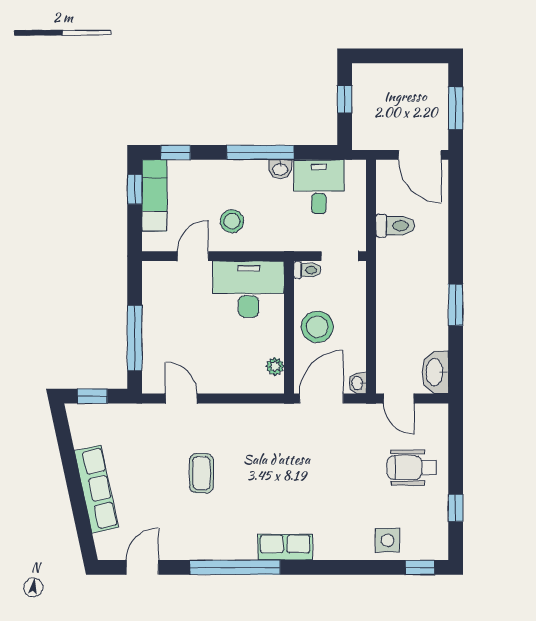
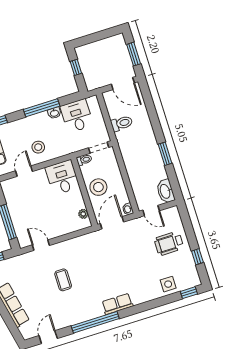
desk: (248, 289) -> (62, 177), width x0.73

